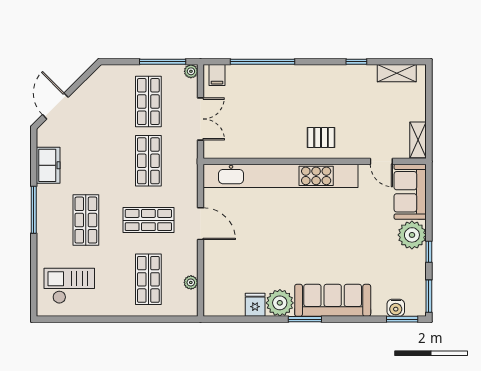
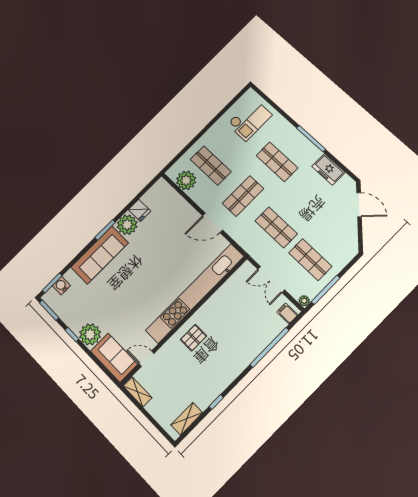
plant: (191, 282) -> (186, 180), width x1.88, depth x1.88

